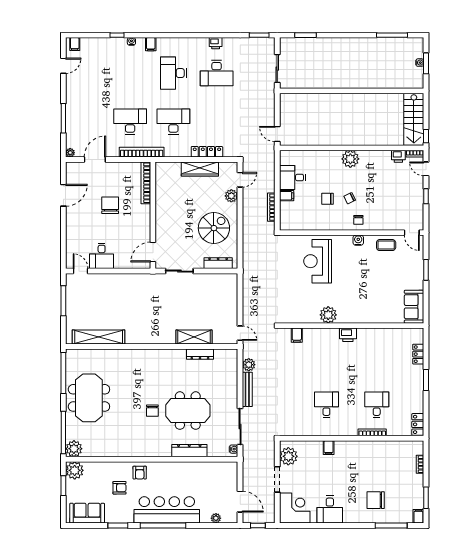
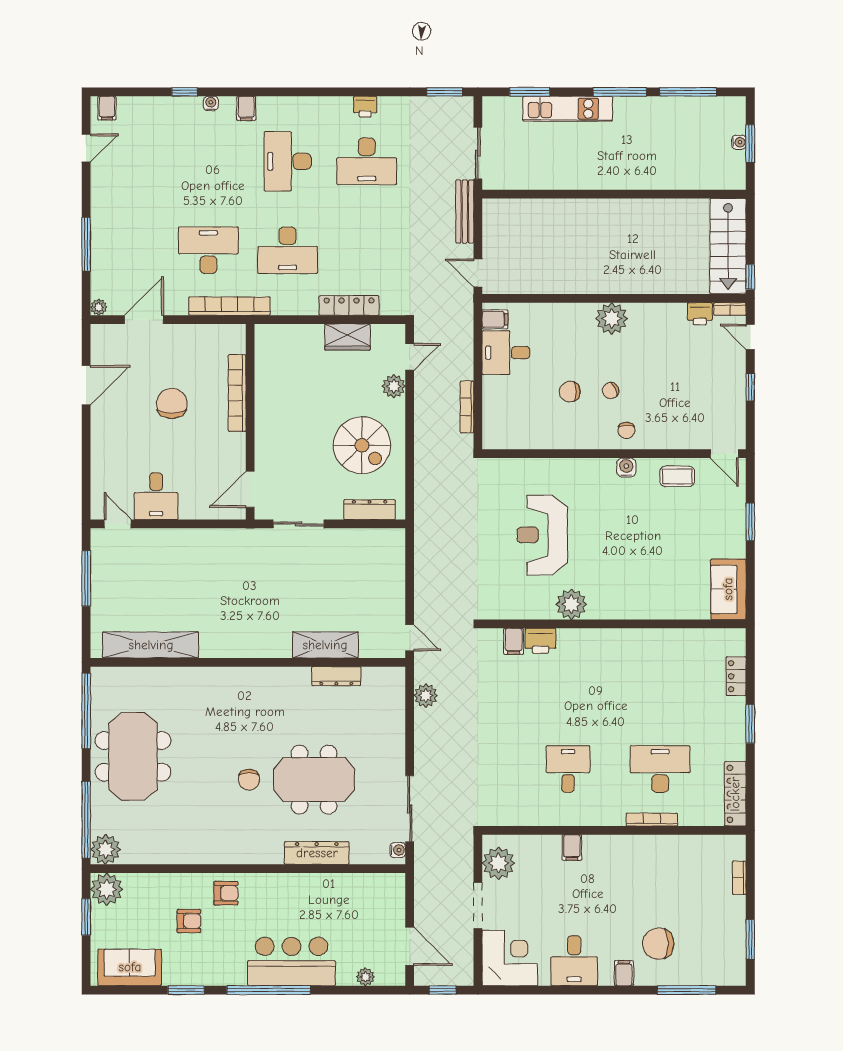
window: (355, 35) -> (620, 92), added
kitchen unit: (326, 44) -> (568, 109), added
desk: (173, 122) -> (288, 250), turned 180
wardrobe: (200, 169) -> (348, 337), width x0.67
bookcase: (146, 183) -> (237, 393), moved
filing cabinet: (287, 196) -> (495, 319), moved
spiral stairs: (214, 228) -> (362, 445), turned 90
reception desk: (318, 261) -> (542, 535), moved
printer: (348, 335) -> (540, 641), moved
bench: (247, 389) -> (465, 212), moved
desk: (377, 405) -> (660, 769), width x1.37
locker: (418, 424) -> (735, 794), width x1.53
armchair: (140, 473) -> (226, 893), turned -90
bar counter: (167, 510) -> (292, 961), width x0.73
filing cabinet: (418, 516) -> (624, 973), moved

